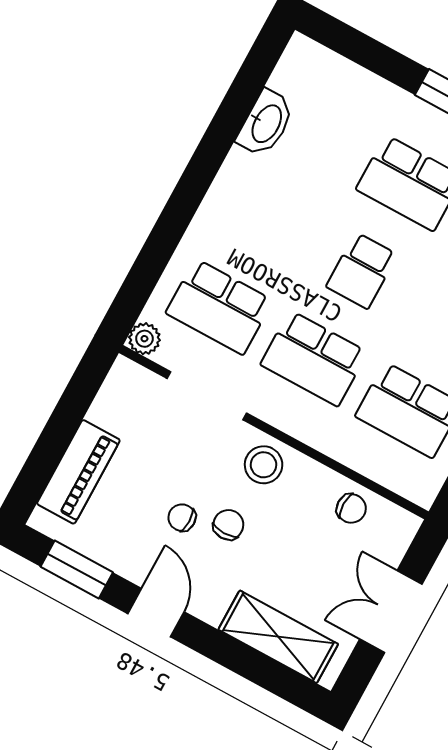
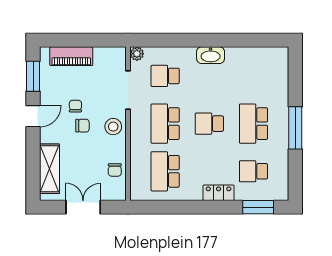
washbasin: (266, 123) -> (211, 55), moved
school desk: (219, 307) -> (165, 76), width x0.54

